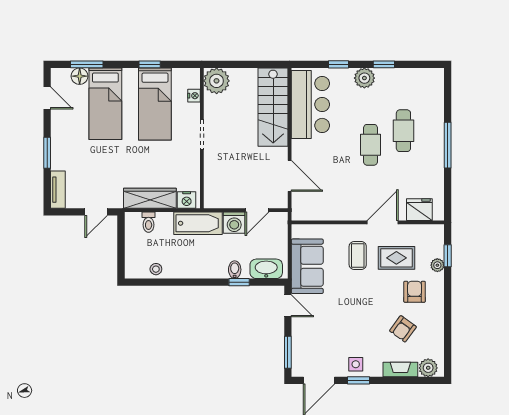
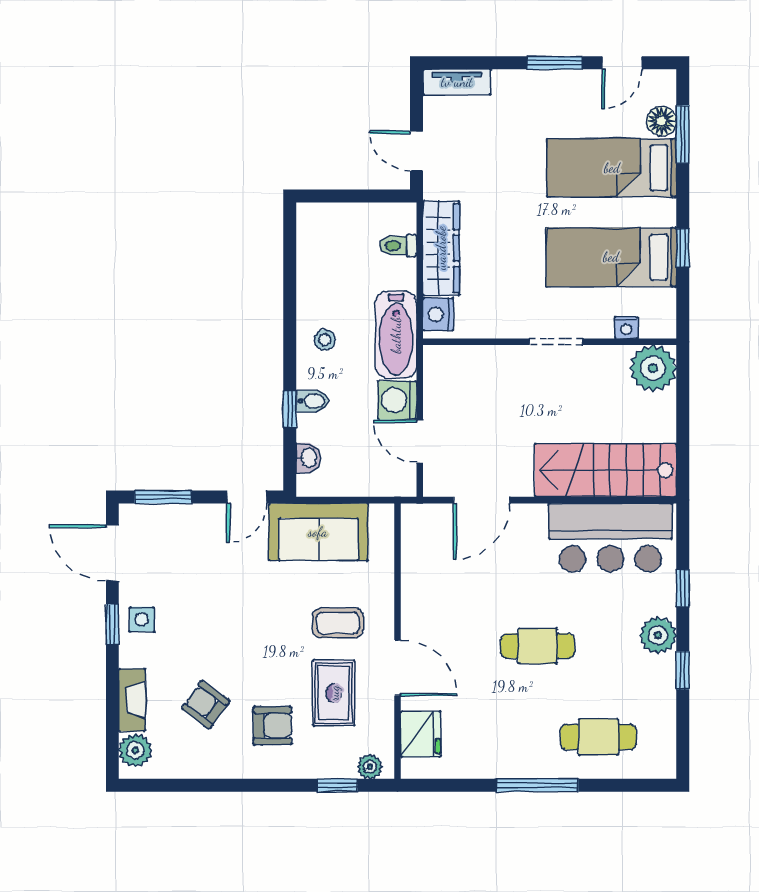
cafe table: (403, 131) -> (598, 737), moved
window: (47, 153) -> (555, 63), moved
plant: (437, 265) -> (370, 767), moved
stool: (156, 269) -> (325, 340), moved
washbasin: (266, 269) -> (308, 458), width x0.52, depth x0.69

